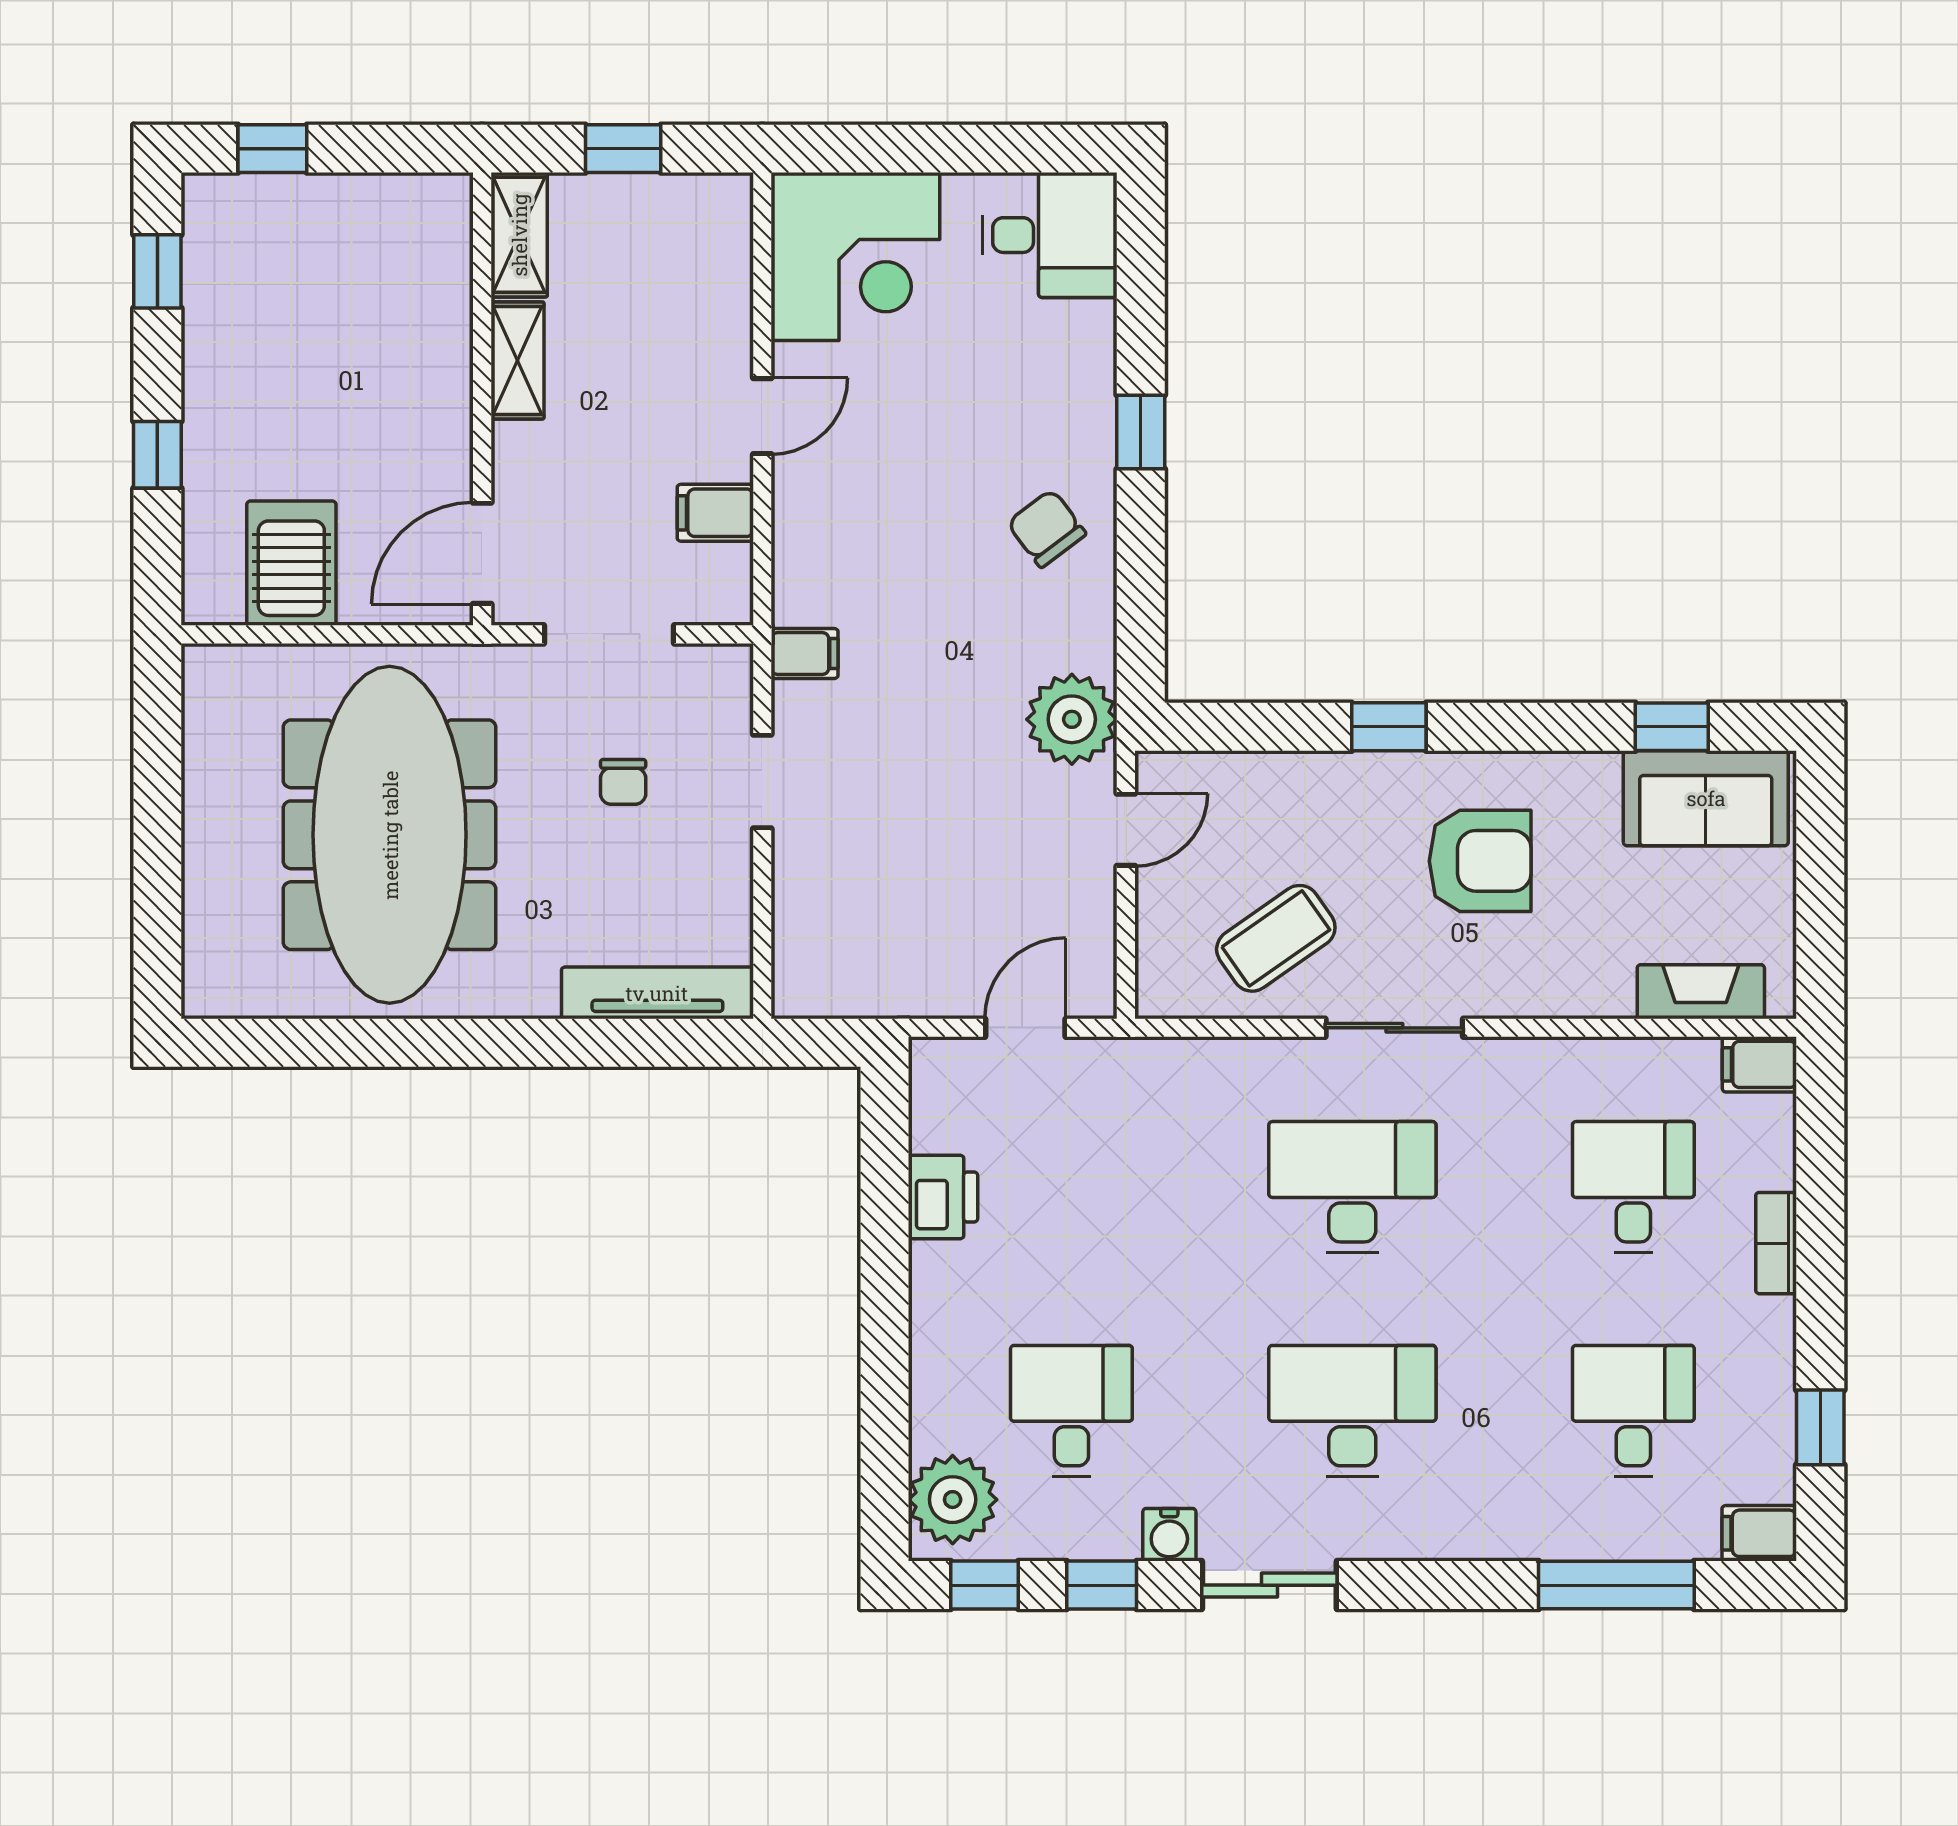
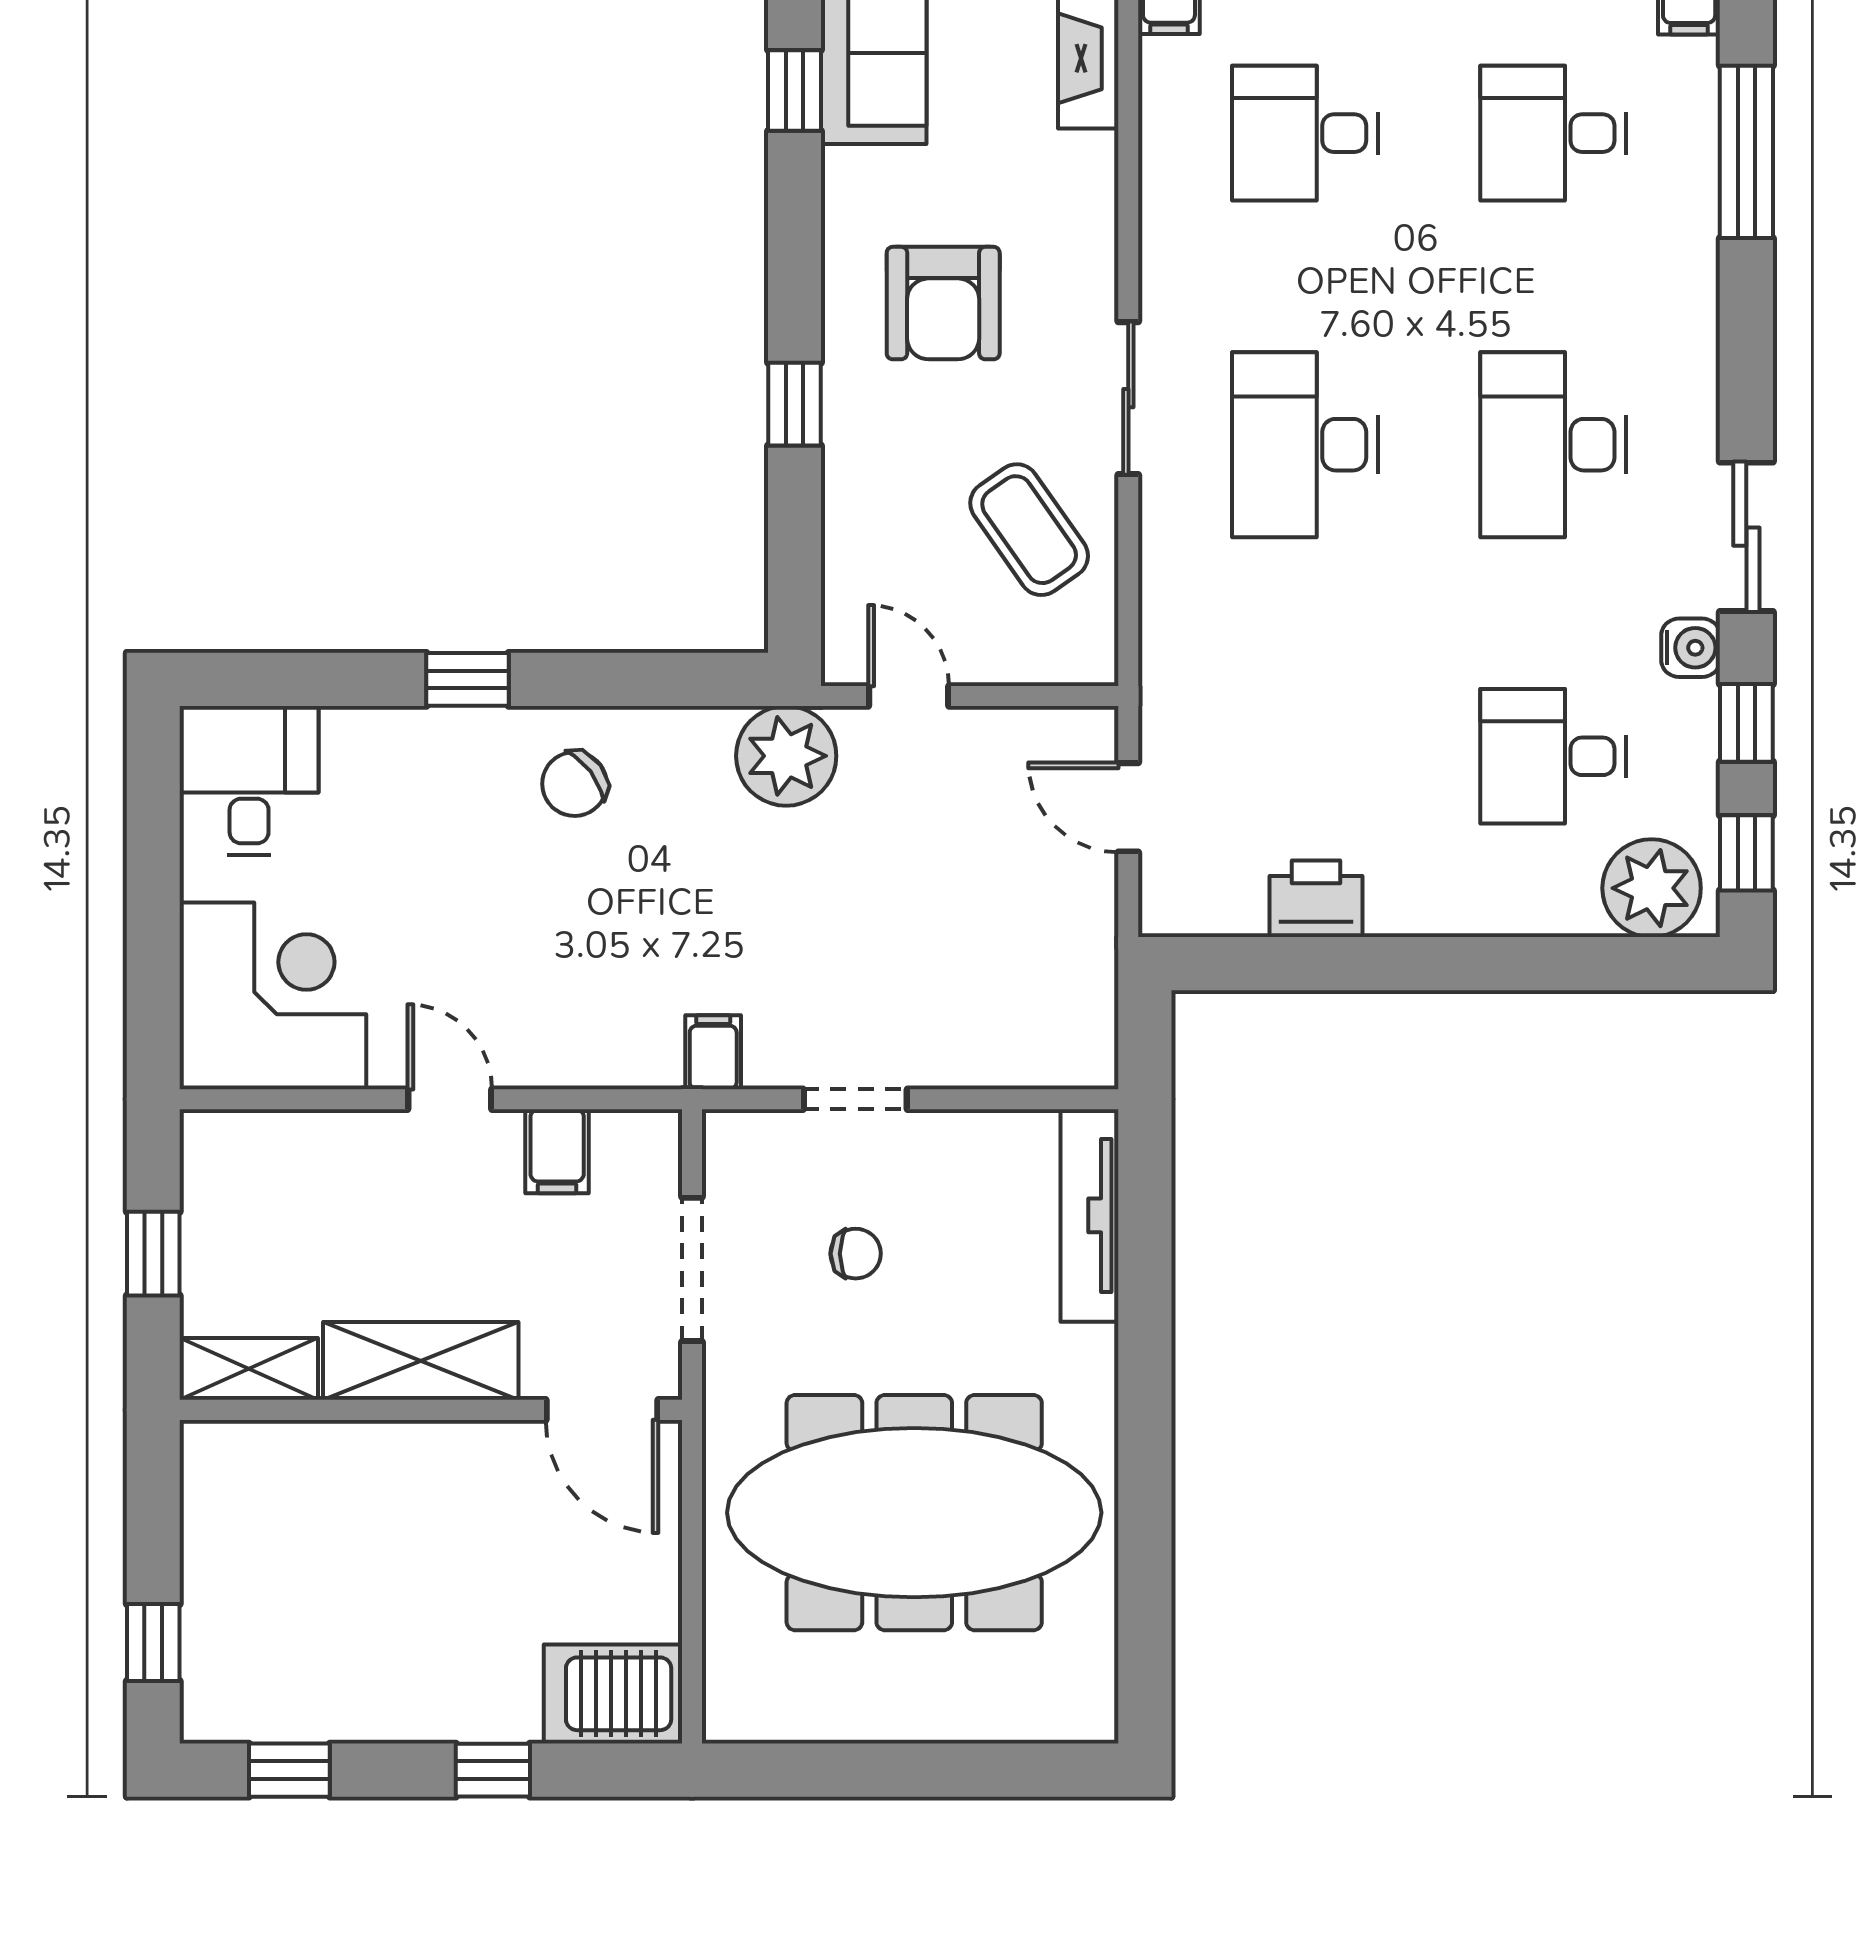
shelving: (518, 360) -> (421, 1361), width x1.50, depth x1.33
server rack: (291, 563) -> (613, 1694), moved
armchair: (1480, 861) -> (943, 303), turned 180

